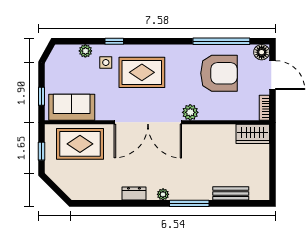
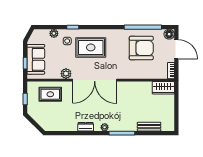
sofa: (72, 107) -> (36, 59), moved, turned 90
plant: (190, 112) -> (66, 74), moved
rug: (80, 144) -> (50, 94), width x0.73, depth x0.70

